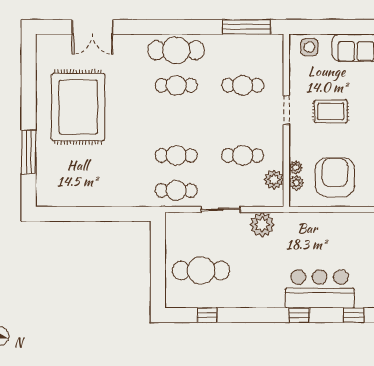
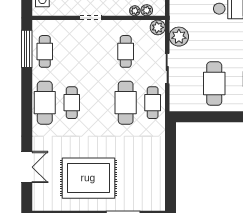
cafe table: (243, 85) -> (45, 51), moved
cafe table: (176, 155) -> (126, 103), width x1.37, depth x1.35
plant: (274, 180) -> (158, 27), moved

